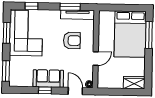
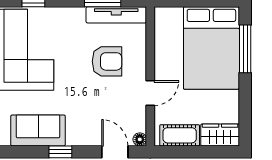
sofa: (48, 79) -> (38, 130), moved
cot: (112, 82) -> (180, 135), added

